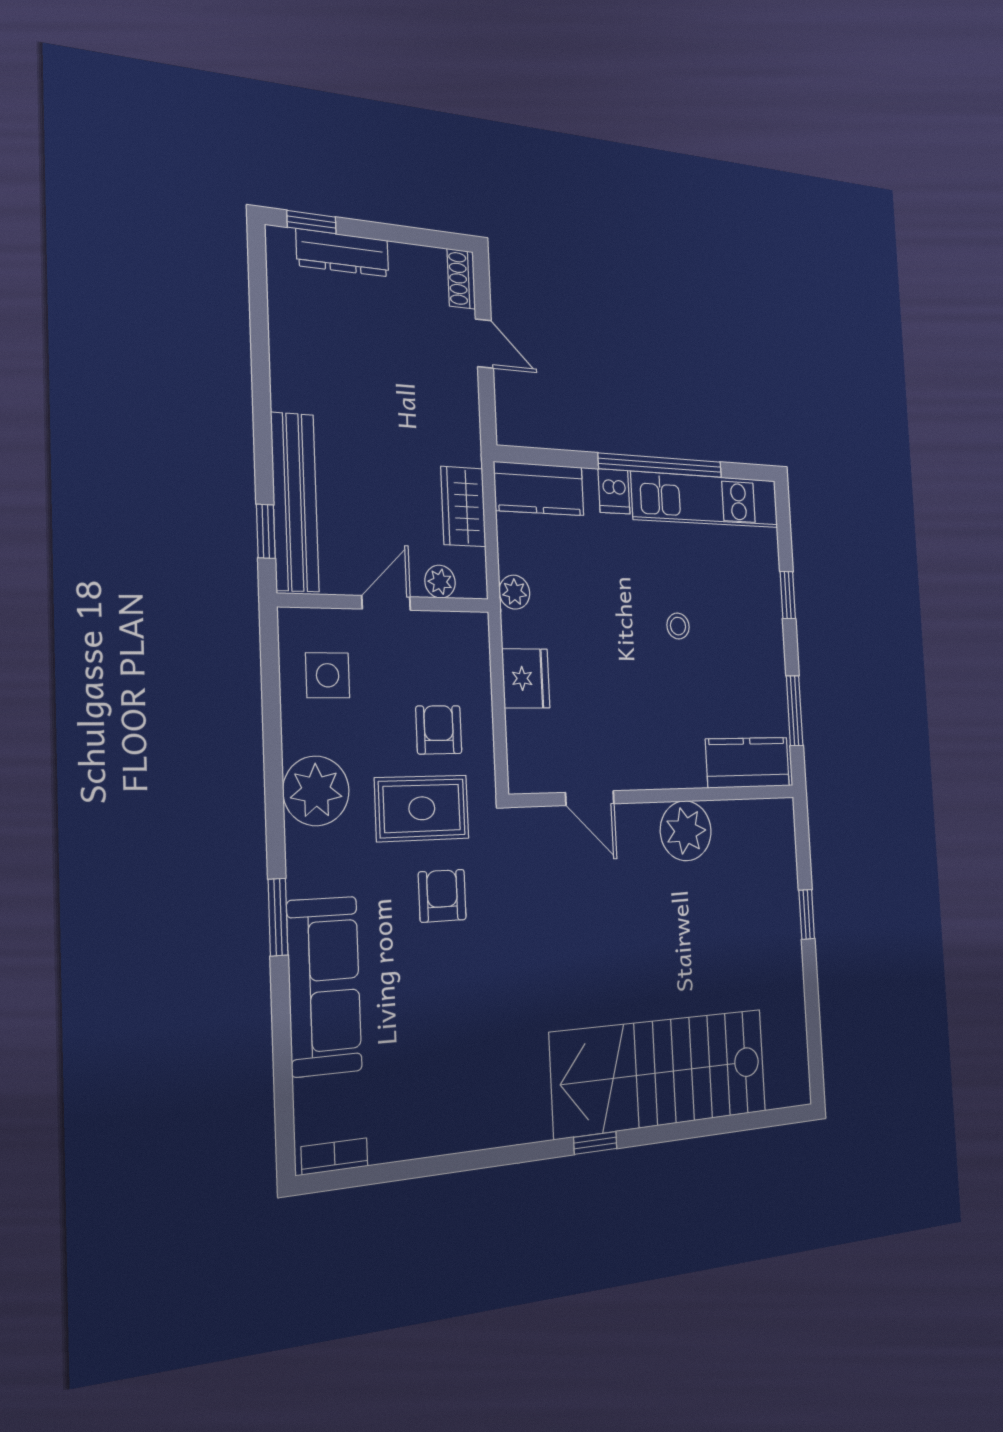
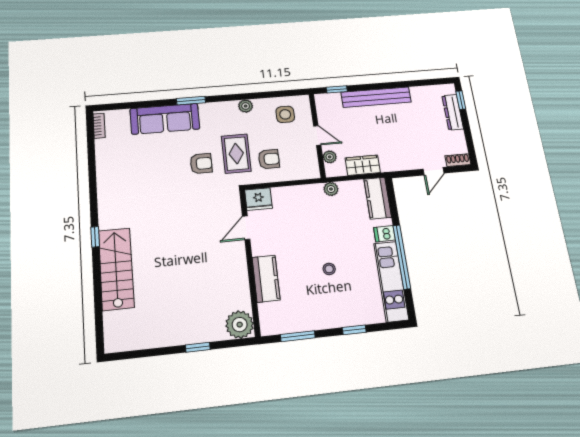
bench: (295, 502) -> (376, 97), moved
fridge: (526, 678) -> (259, 199), moved
kitchen counter: (748, 763) -> (266, 279), moved
plant: (316, 791) -> (246, 106), width x0.53, depth x0.53
plant: (686, 831) -> (240, 325), moved
stairs: (660, 1073) -> (116, 269), width x0.73, depth x0.66

